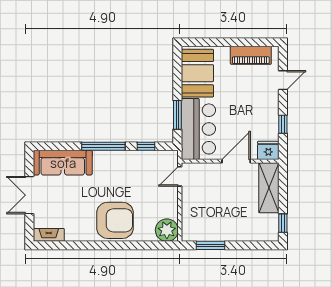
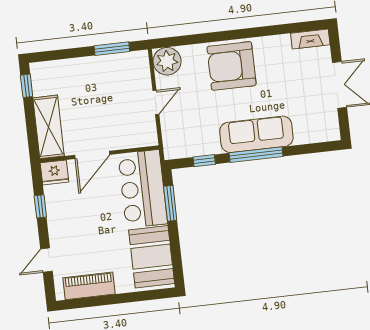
sofa: (63, 163) -> (256, 134), moved
door: (180, 176) -> (156, 102), moved

